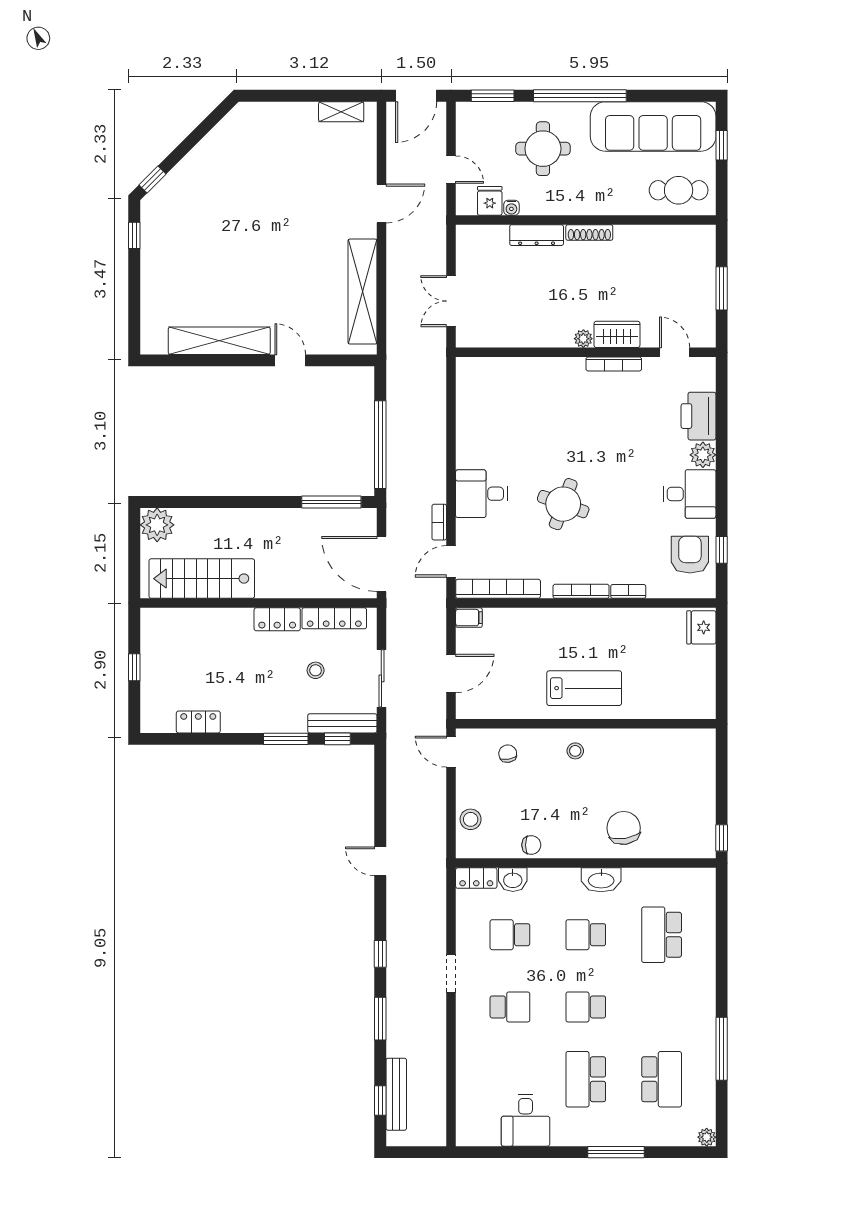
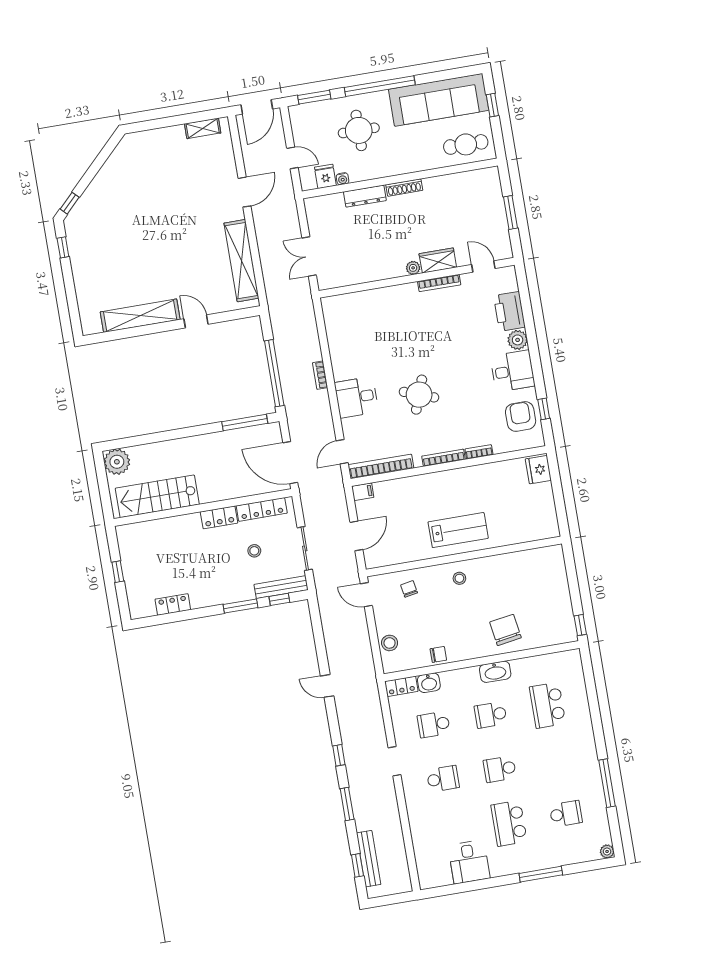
bookcase: (439, 522) -> (320, 375), moved
school desk: (662, 1079) -> (566, 814), width x0.54

